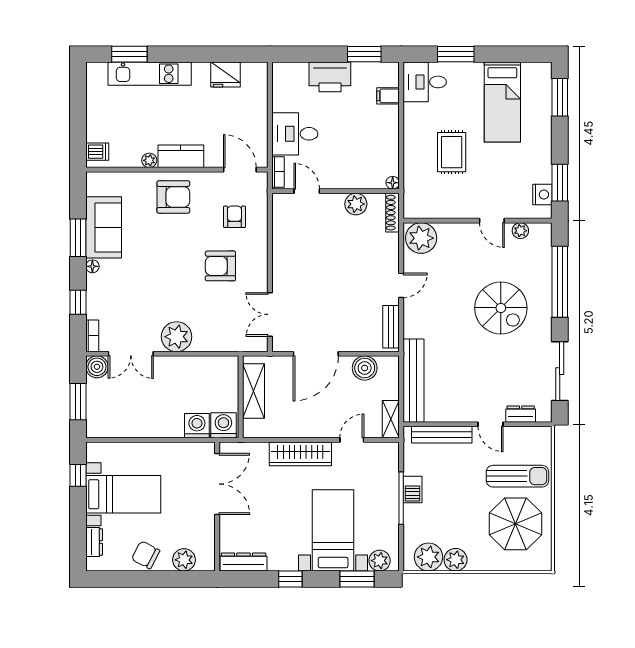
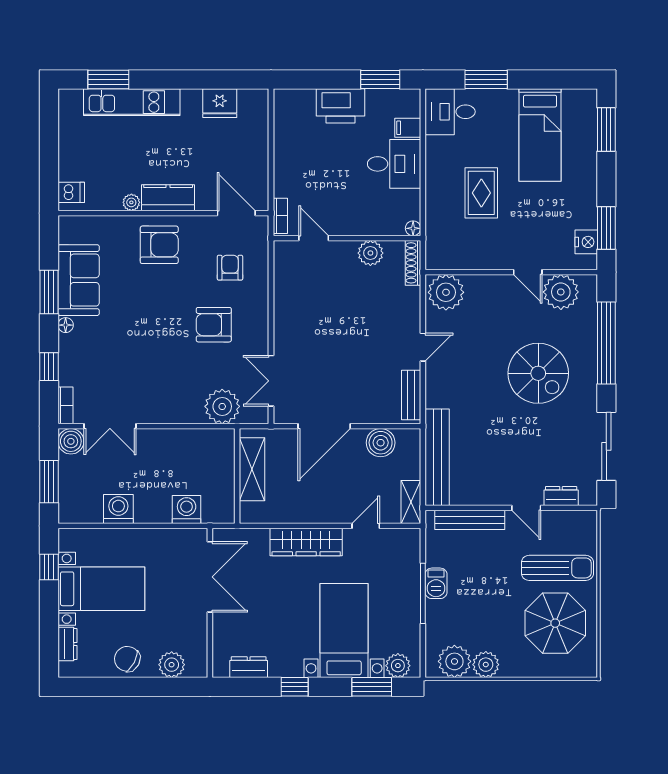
desk: (295, 134) -> (394, 164), moved, turned 180
plant: (520, 231) -> (561, 292), width x1.87, depth x1.87
plant: (177, 337) -> (222, 406), moved
washing machine: (223, 425) -> (118, 509), moved
dresser: (243, 562) -> (249, 667), width x0.70

